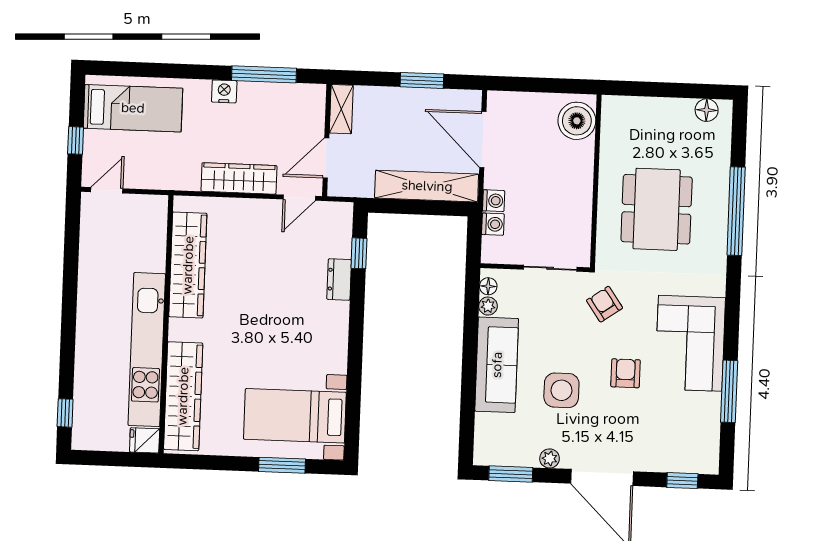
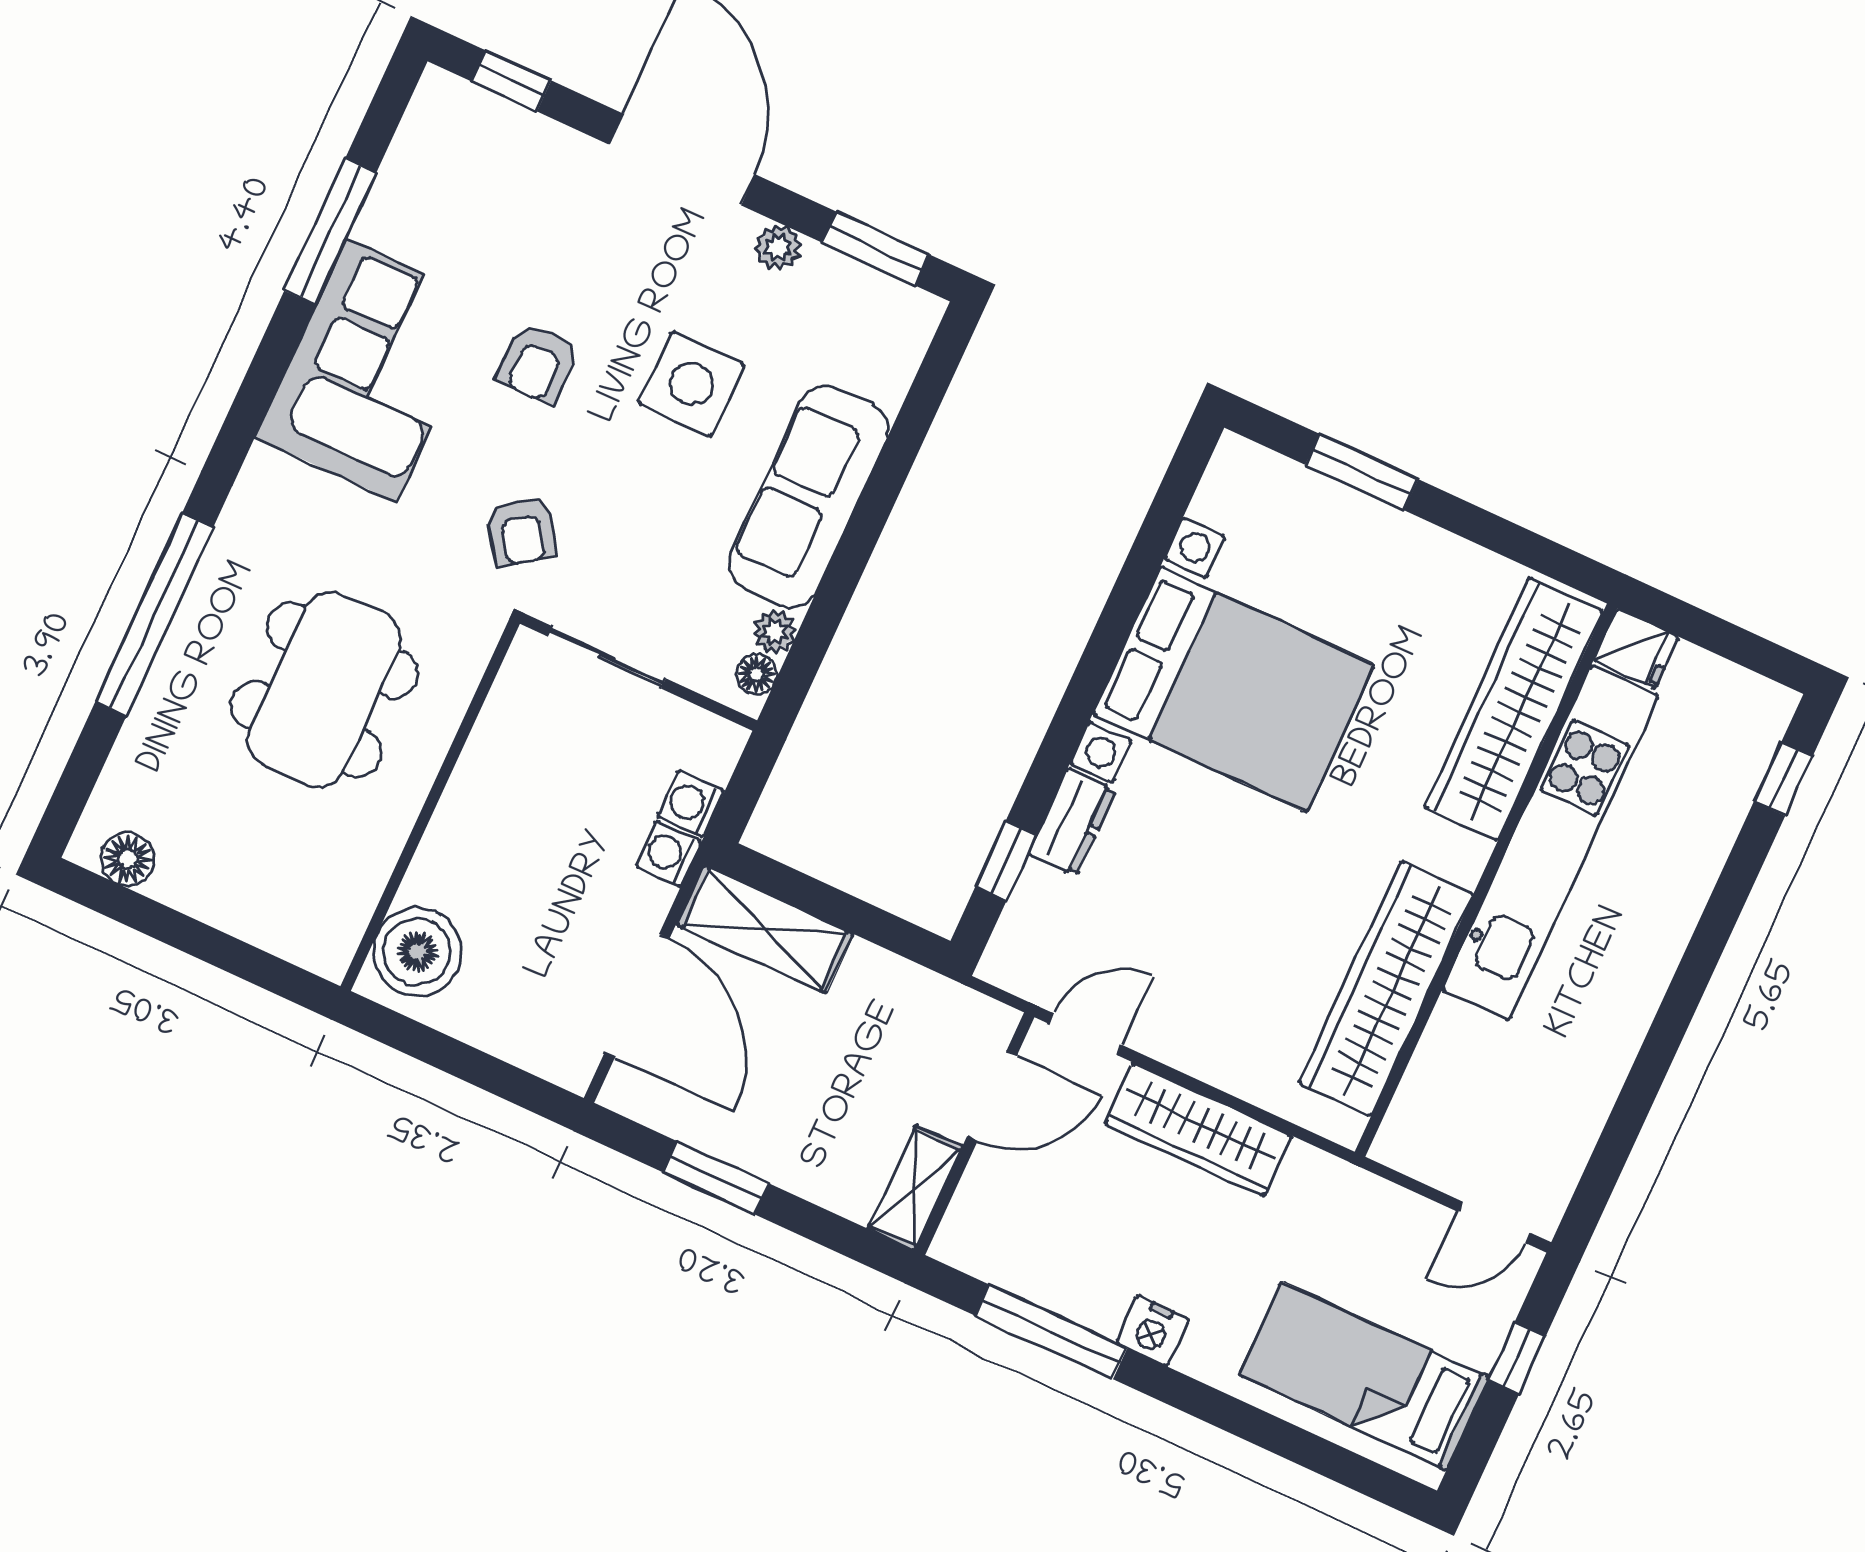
shelving: (427, 186) -> (765, 929), width x0.68
bed with nightstands: (295, 416) -> (1233, 689), moved, width x1.36

